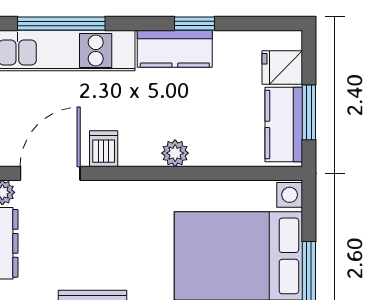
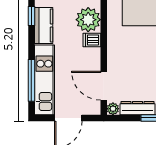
dishwasher: (104, 149) -> (92, 40), moved
plant: (175, 153) -> (88, 20), width x1.88, depth x1.88

